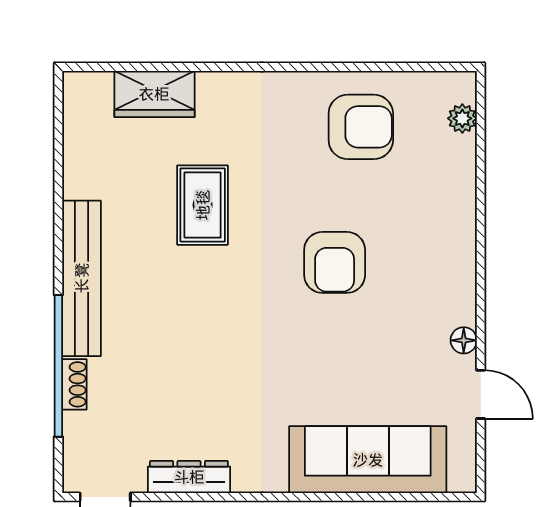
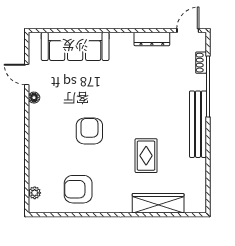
wardrobe: (154, 94) -> (158, 203), width x1.50
shoe rack: (74, 384) -> (201, 63), moved

